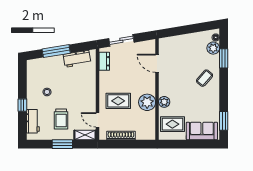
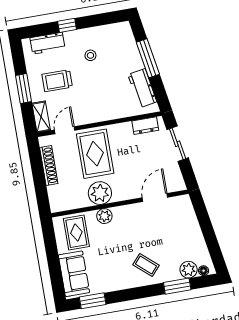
rug: (118, 101) -> (95, 154), width x1.36, depth x1.43

